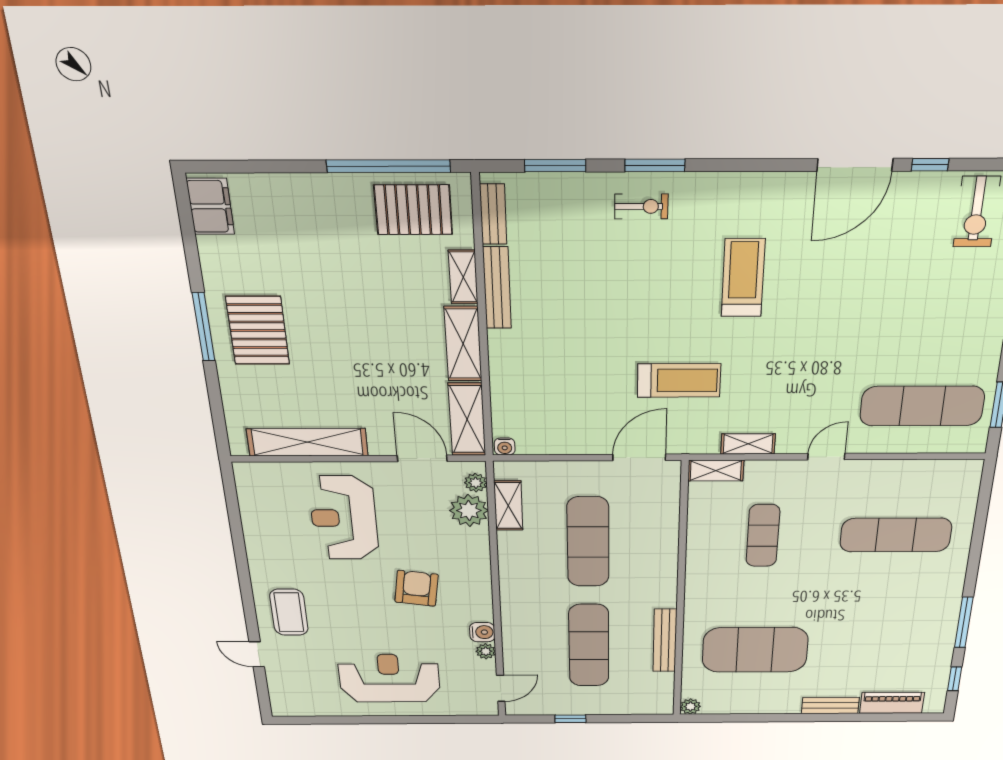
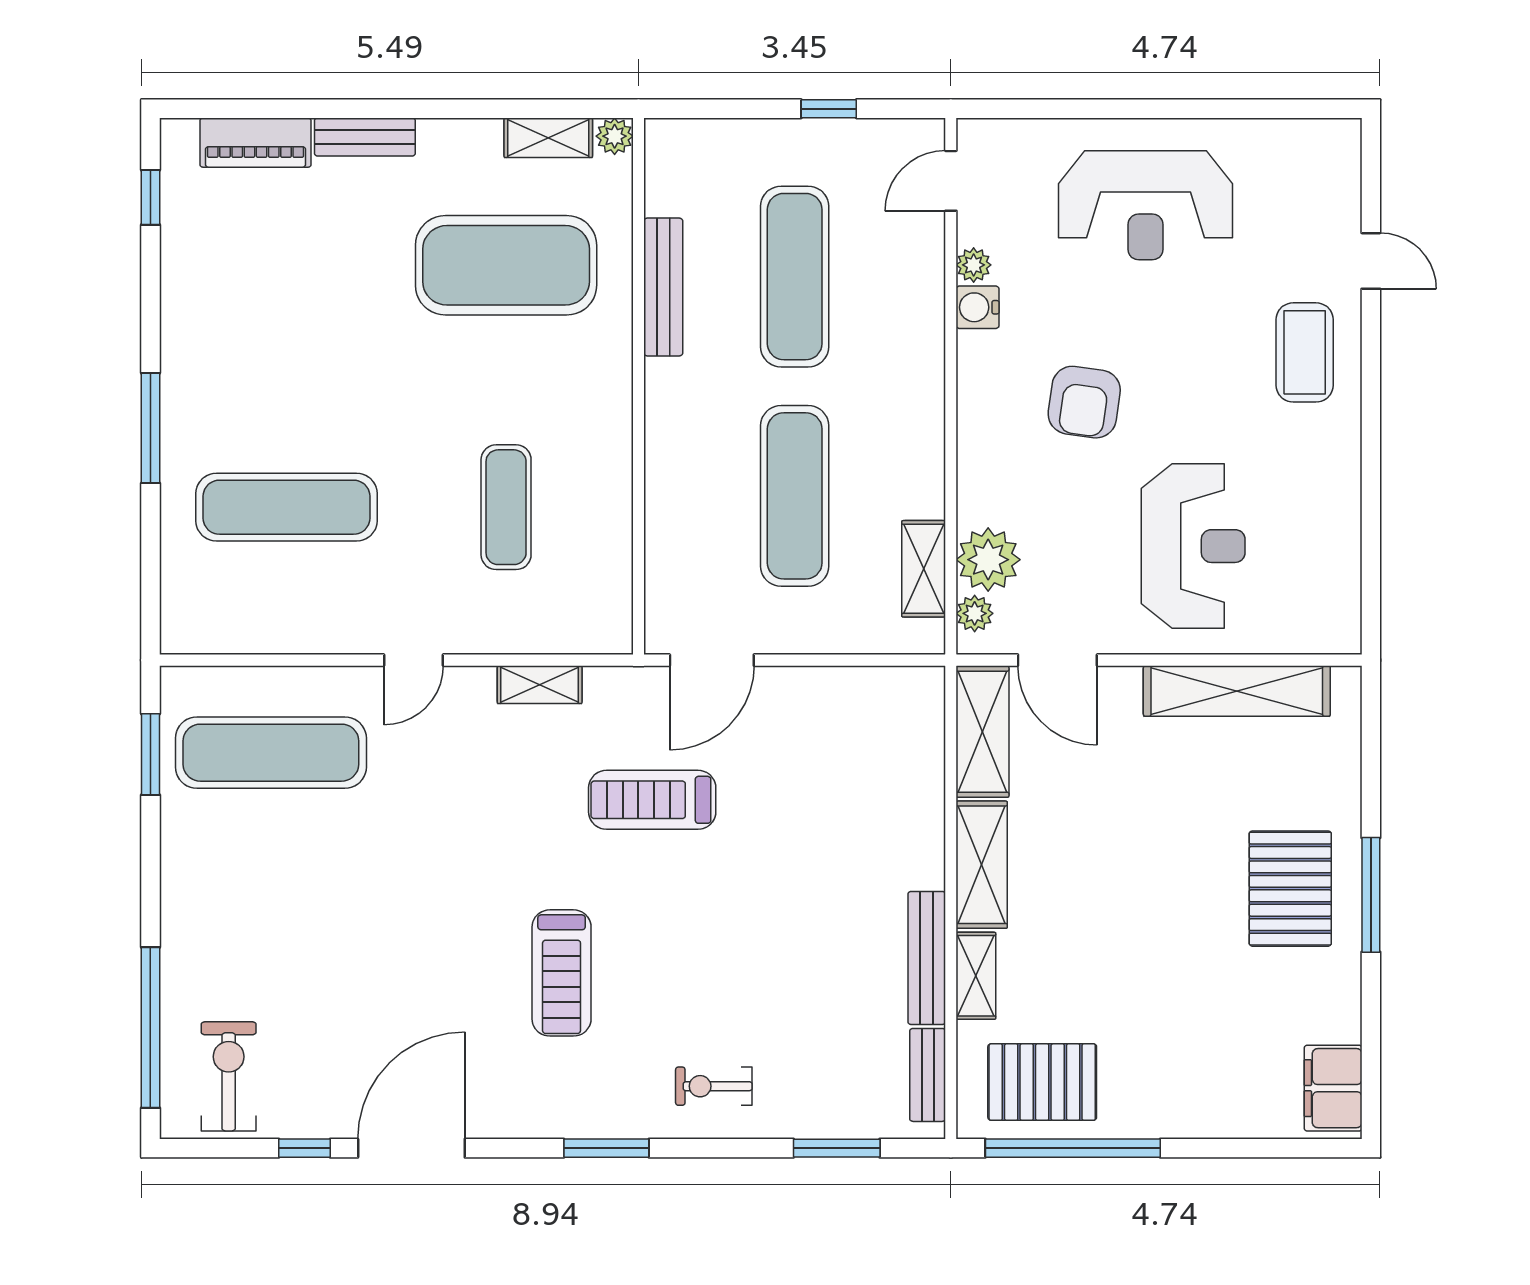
window: (655, 165) -> (606, 1148), moved
water cooler: (505, 447) -> (926, 681), removed
shelving: (716, 471) -> (548, 138), moved
window: (964, 623) -> (150, 428), moved

